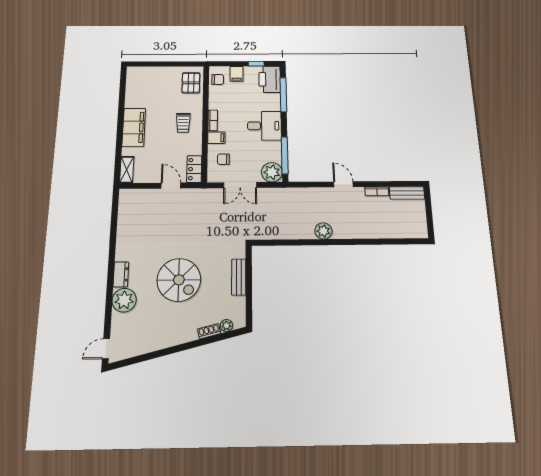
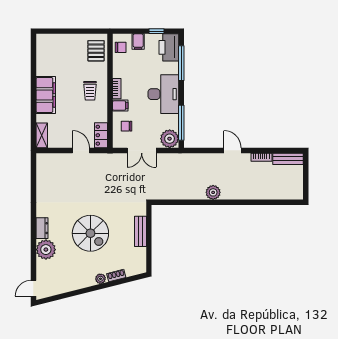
desk: (264, 126) -> (163, 94), width x1.37
plant: (226, 326) -> (100, 279), moved

